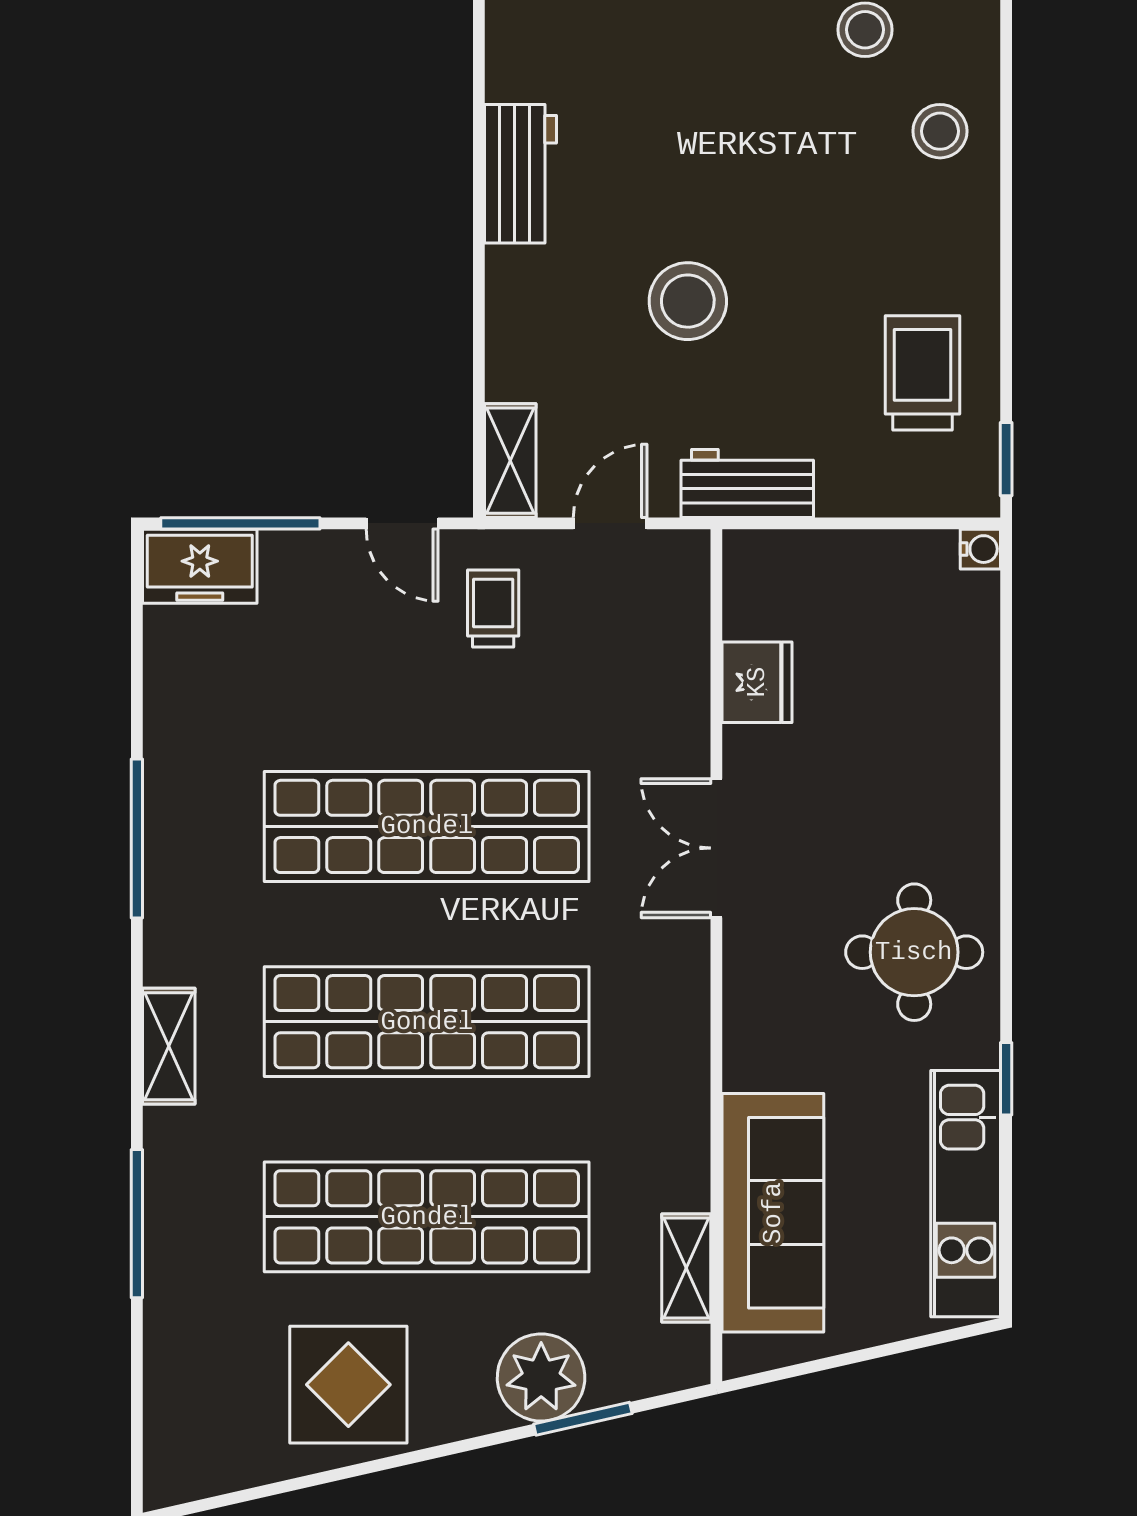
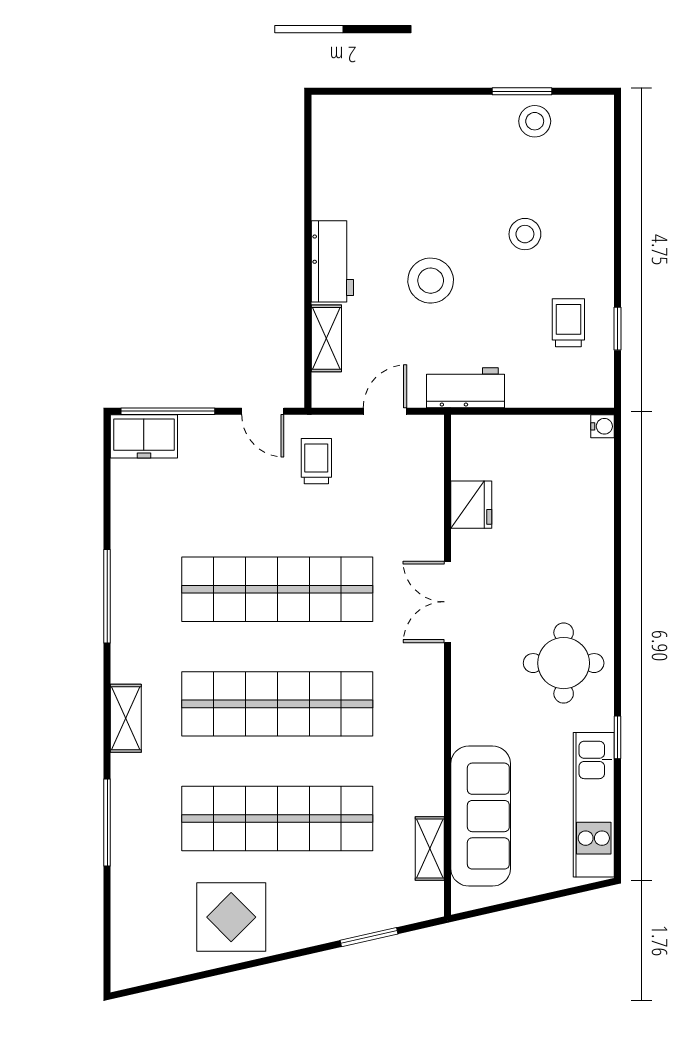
stool: (940, 131) -> (525, 234), moved
workbench: (520, 174) -> (332, 261), moved
trolley: (922, 373) -> (568, 323), width x0.73, depth x0.72
window: (1006, 459) -> (618, 329), moved
shelving: (510, 461) -> (326, 338), moved
plant: (541, 1377) -> (344, 913), removed

